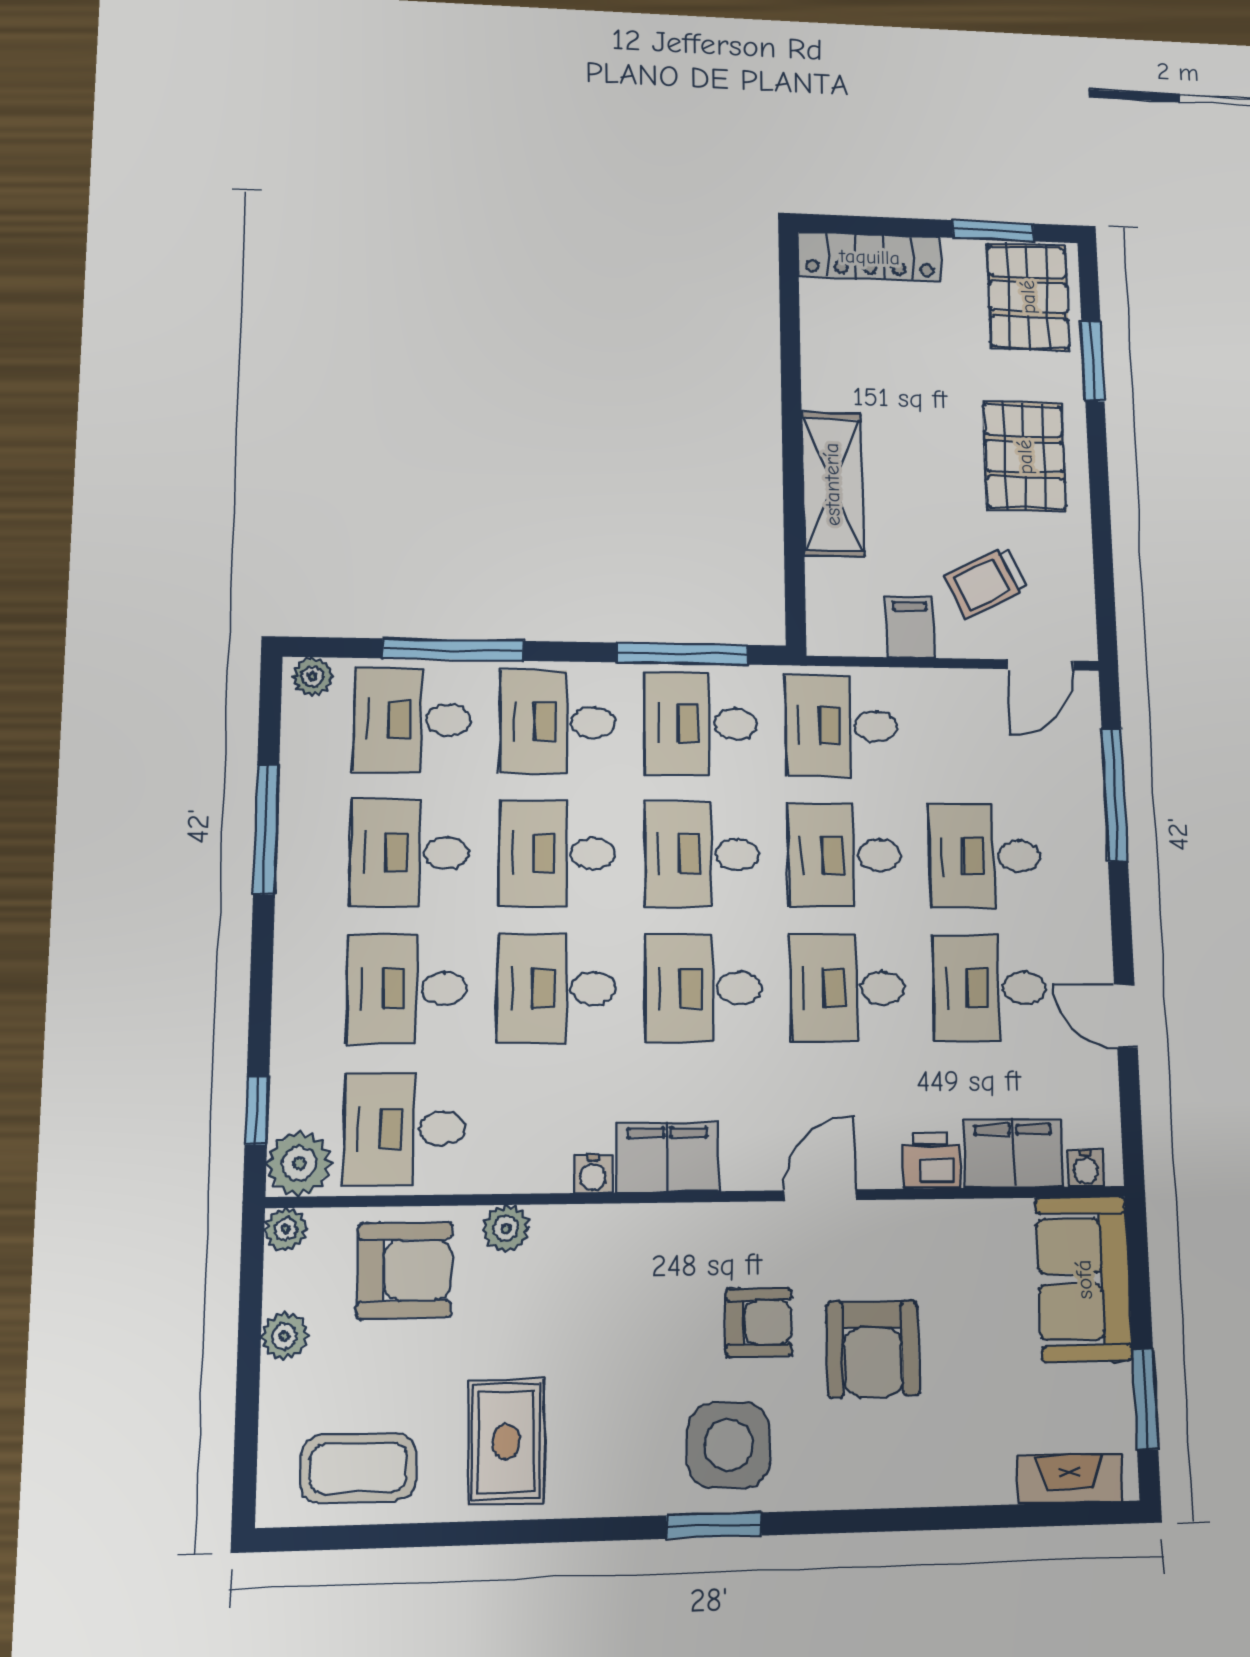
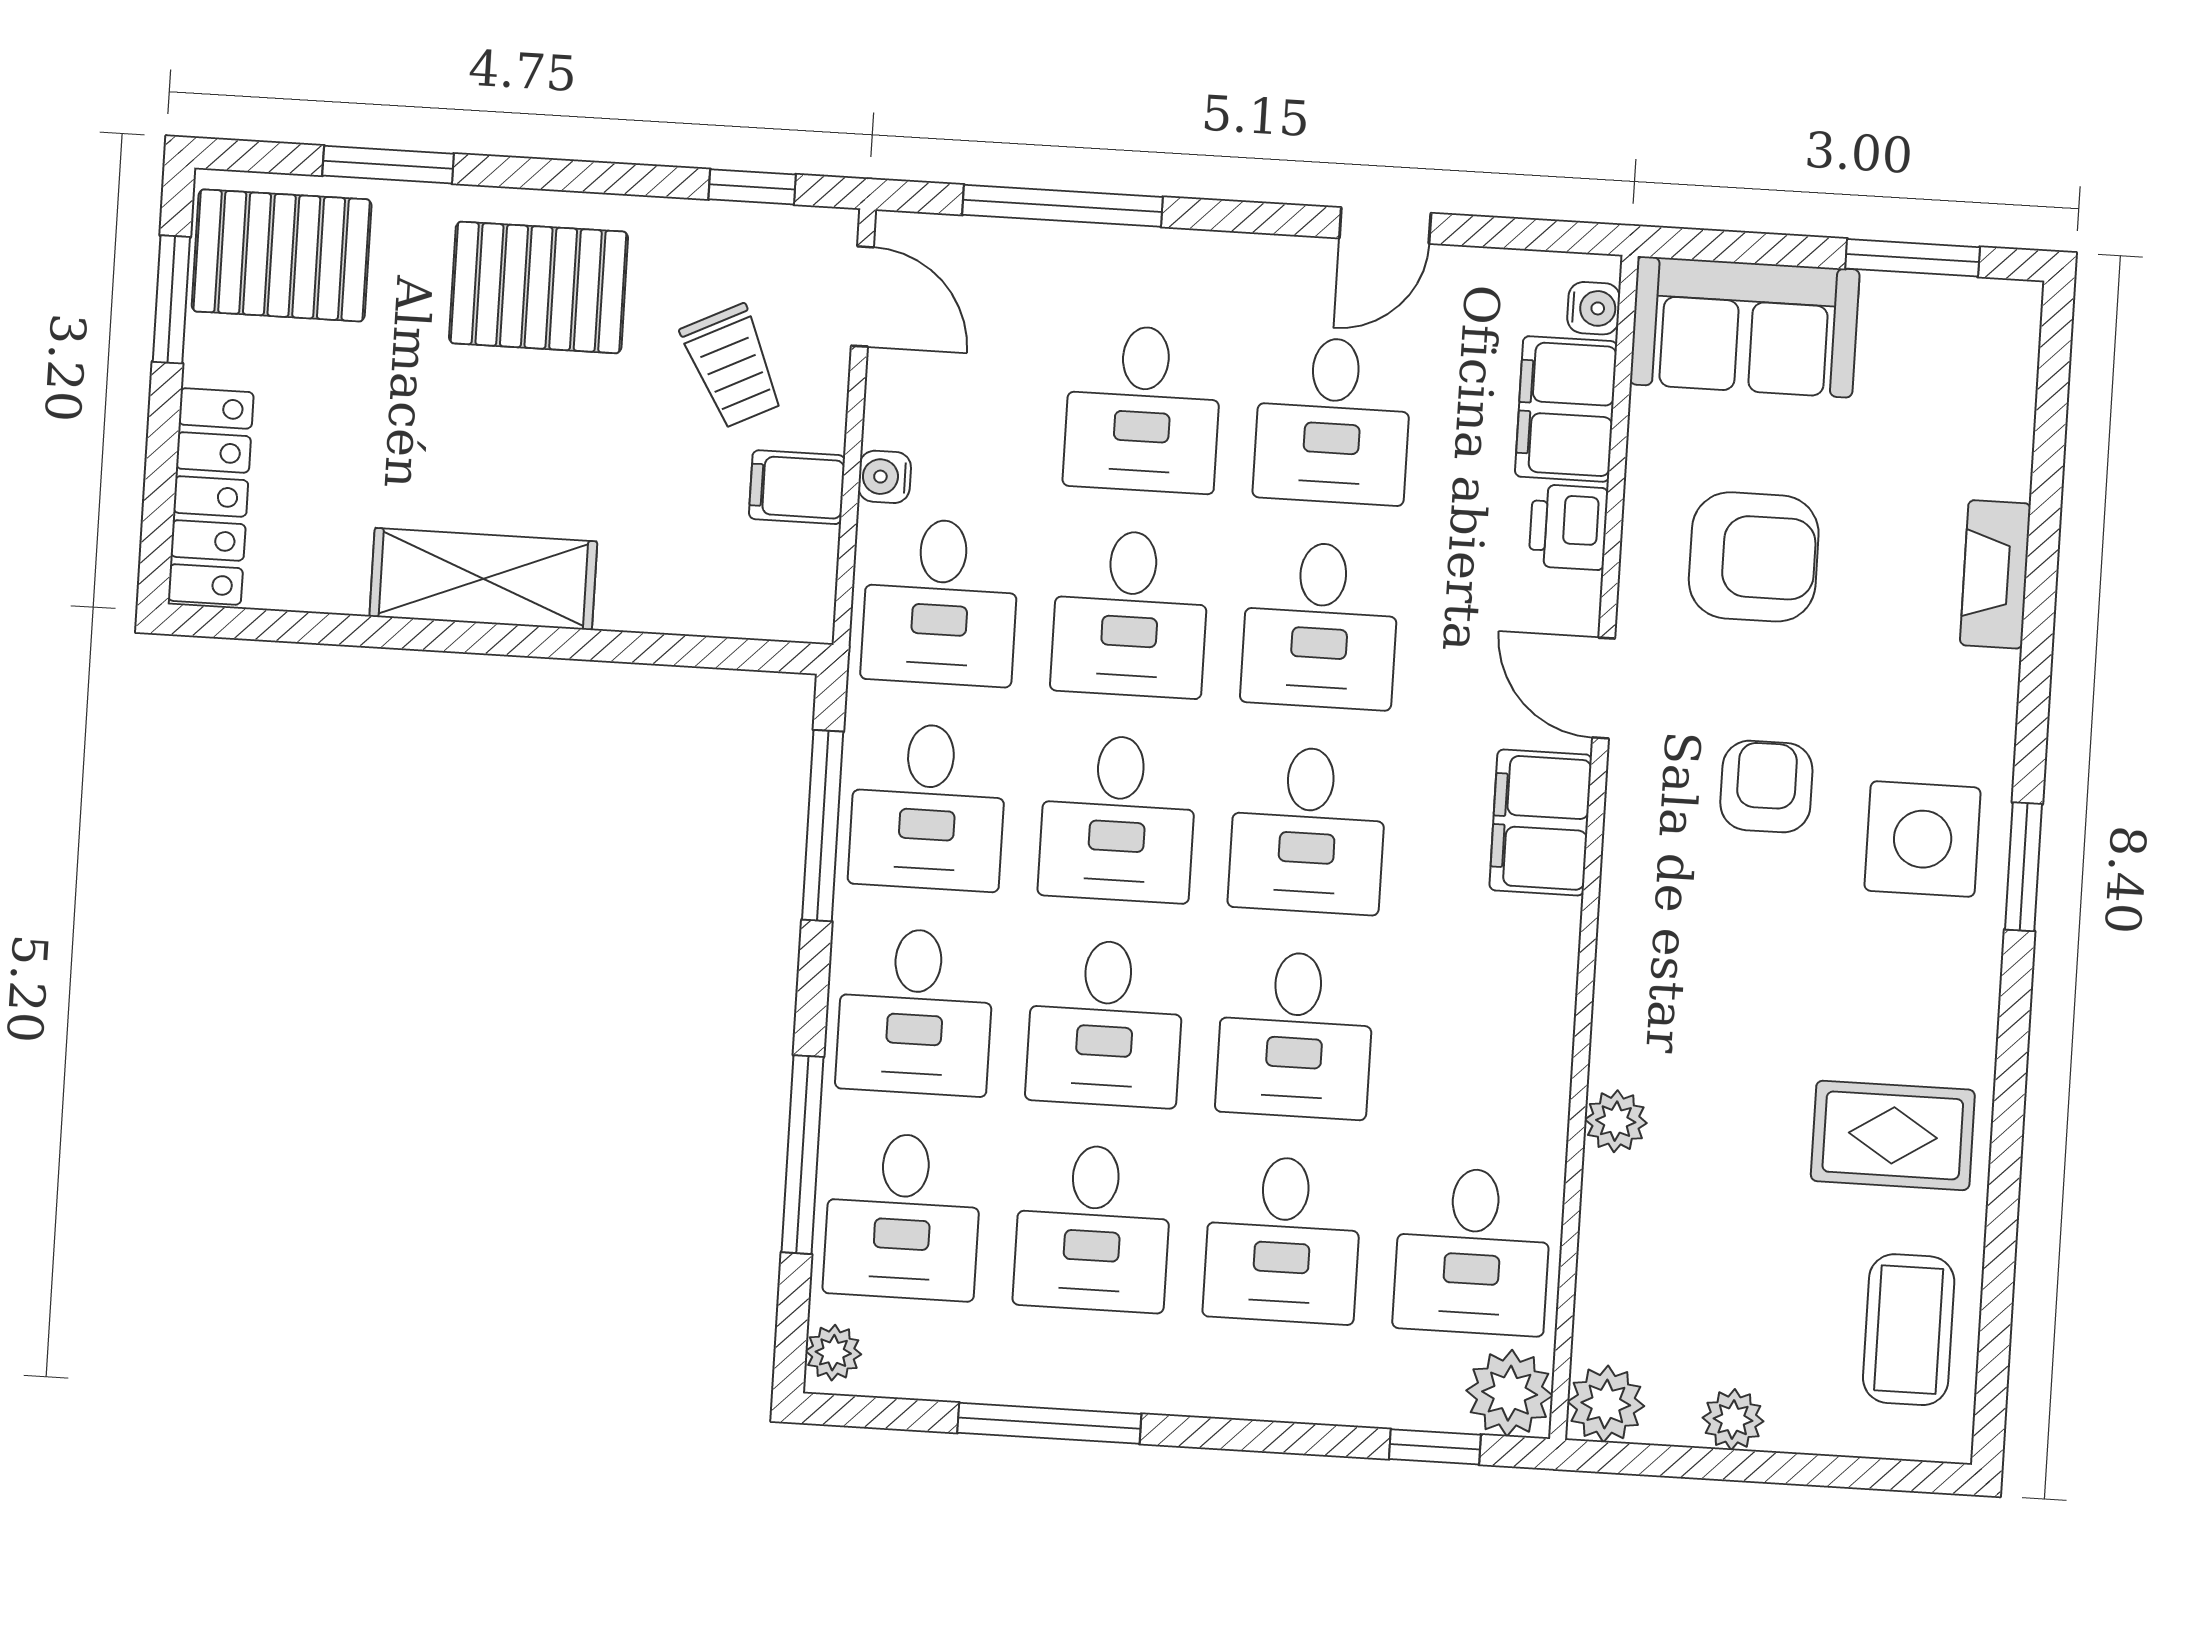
shelving: (832, 484) -> (483, 579), moved
window: (1104, 590) -> (752, 187), added
filing cabinet: (667, 1157) -> (1541, 822), moved
water cooler: (593, 1174) -> (885, 477), moved, turned 180
plant: (286, 1229) -> (1606, 1404), width x1.38, depth x1.38
armchair: (404, 1270) -> (1660, 1259), removed
armchair: (873, 1349) -> (1754, 557), moved
fireplace: (1070, 1479) -> (1995, 574), moved

